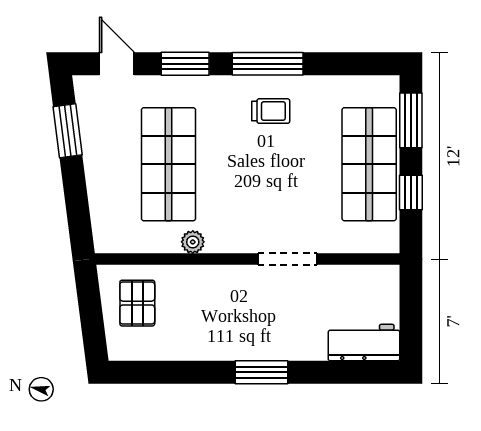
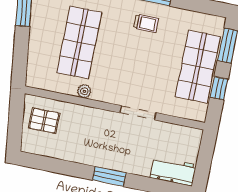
pallet: (137, 303) -> (44, 121), turned 90

